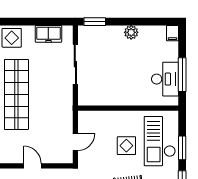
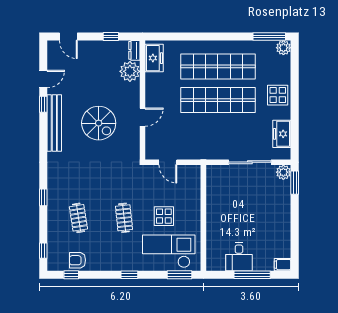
plant: (131, 32) -> (283, 172), moved
window: (182, 75) -> (252, 275), moved
desk: (165, 79) -> (239, 257), width x0.73
window: (182, 148) -> (179, 275), moved

